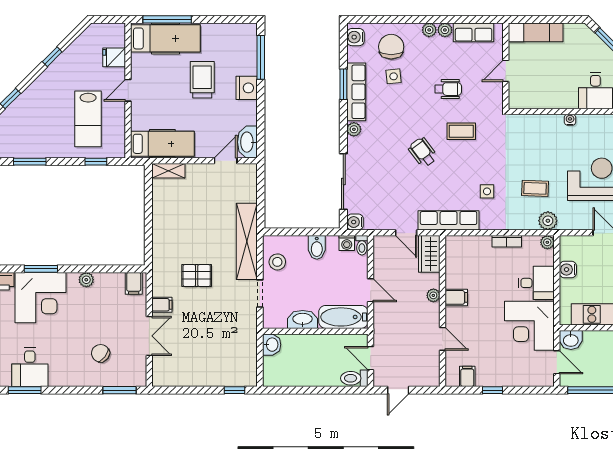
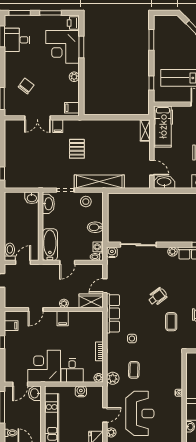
washbasin: (303, 319) -> (48, 204), moved

